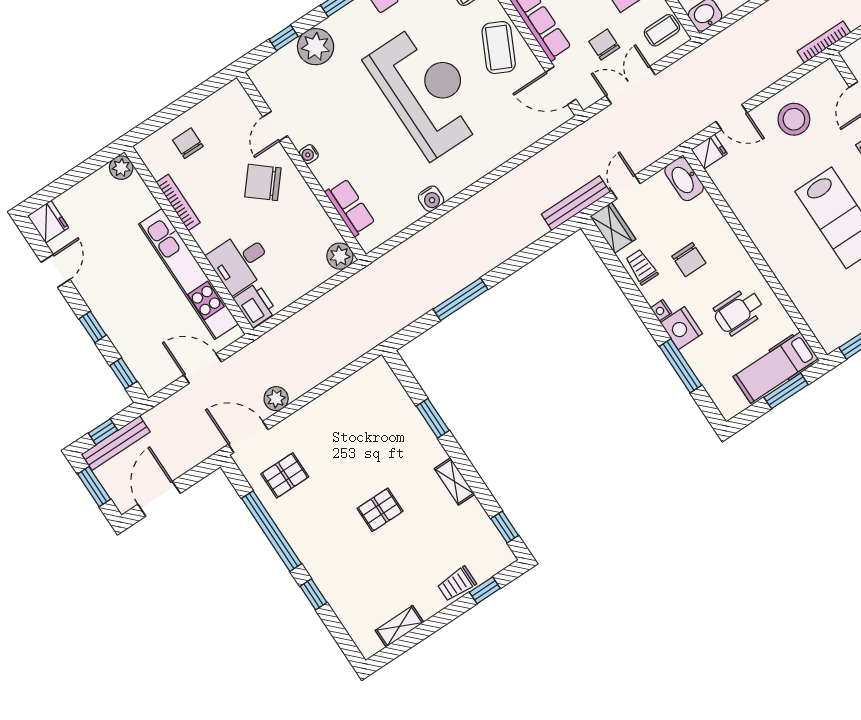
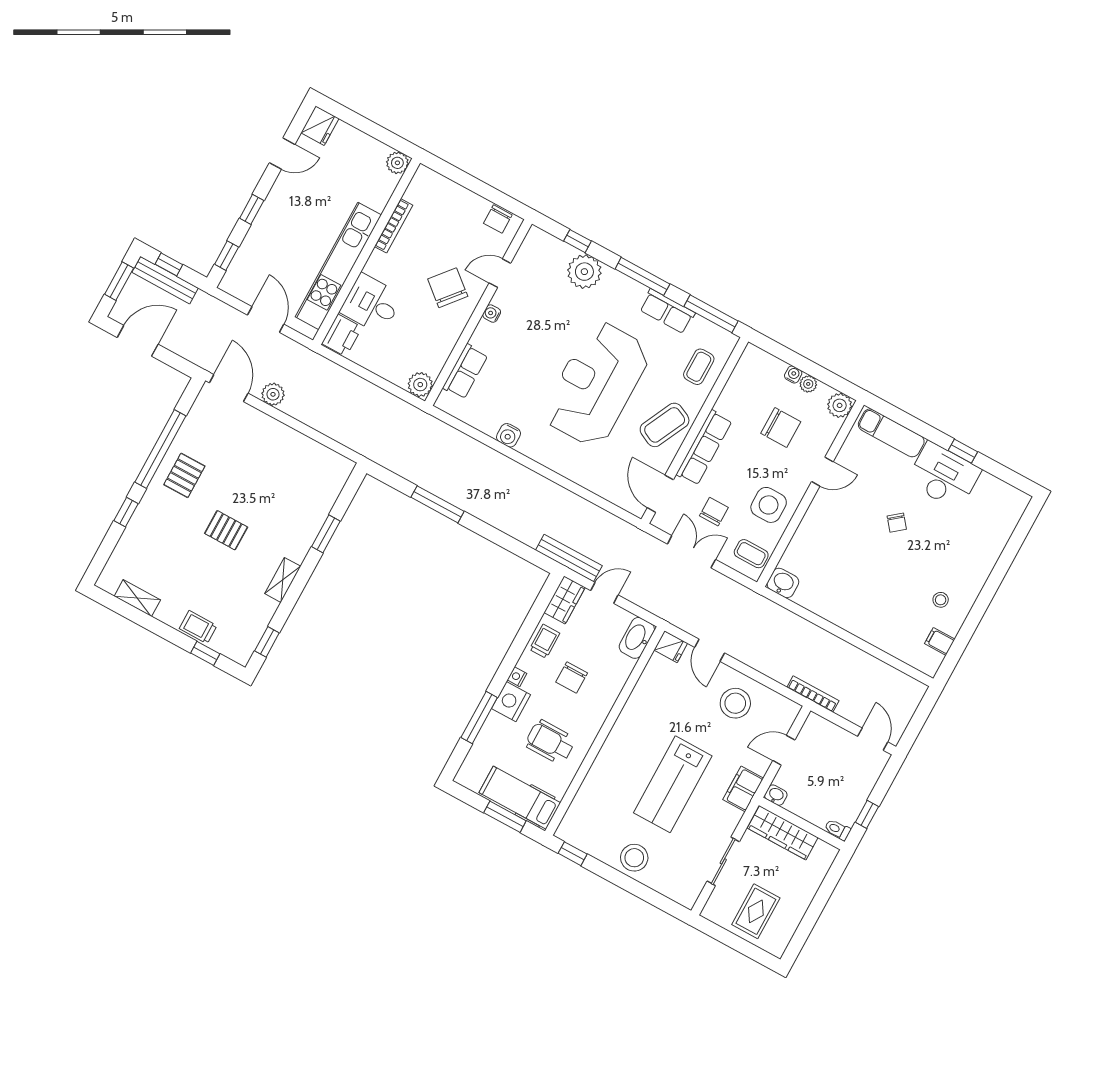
reception desk: (426, 91) -> (596, 384), turned 180
chair: (188, 143) -> (498, 219), moved, turned 180
pallet: (285, 475) -> (184, 475), moved, turned 90

